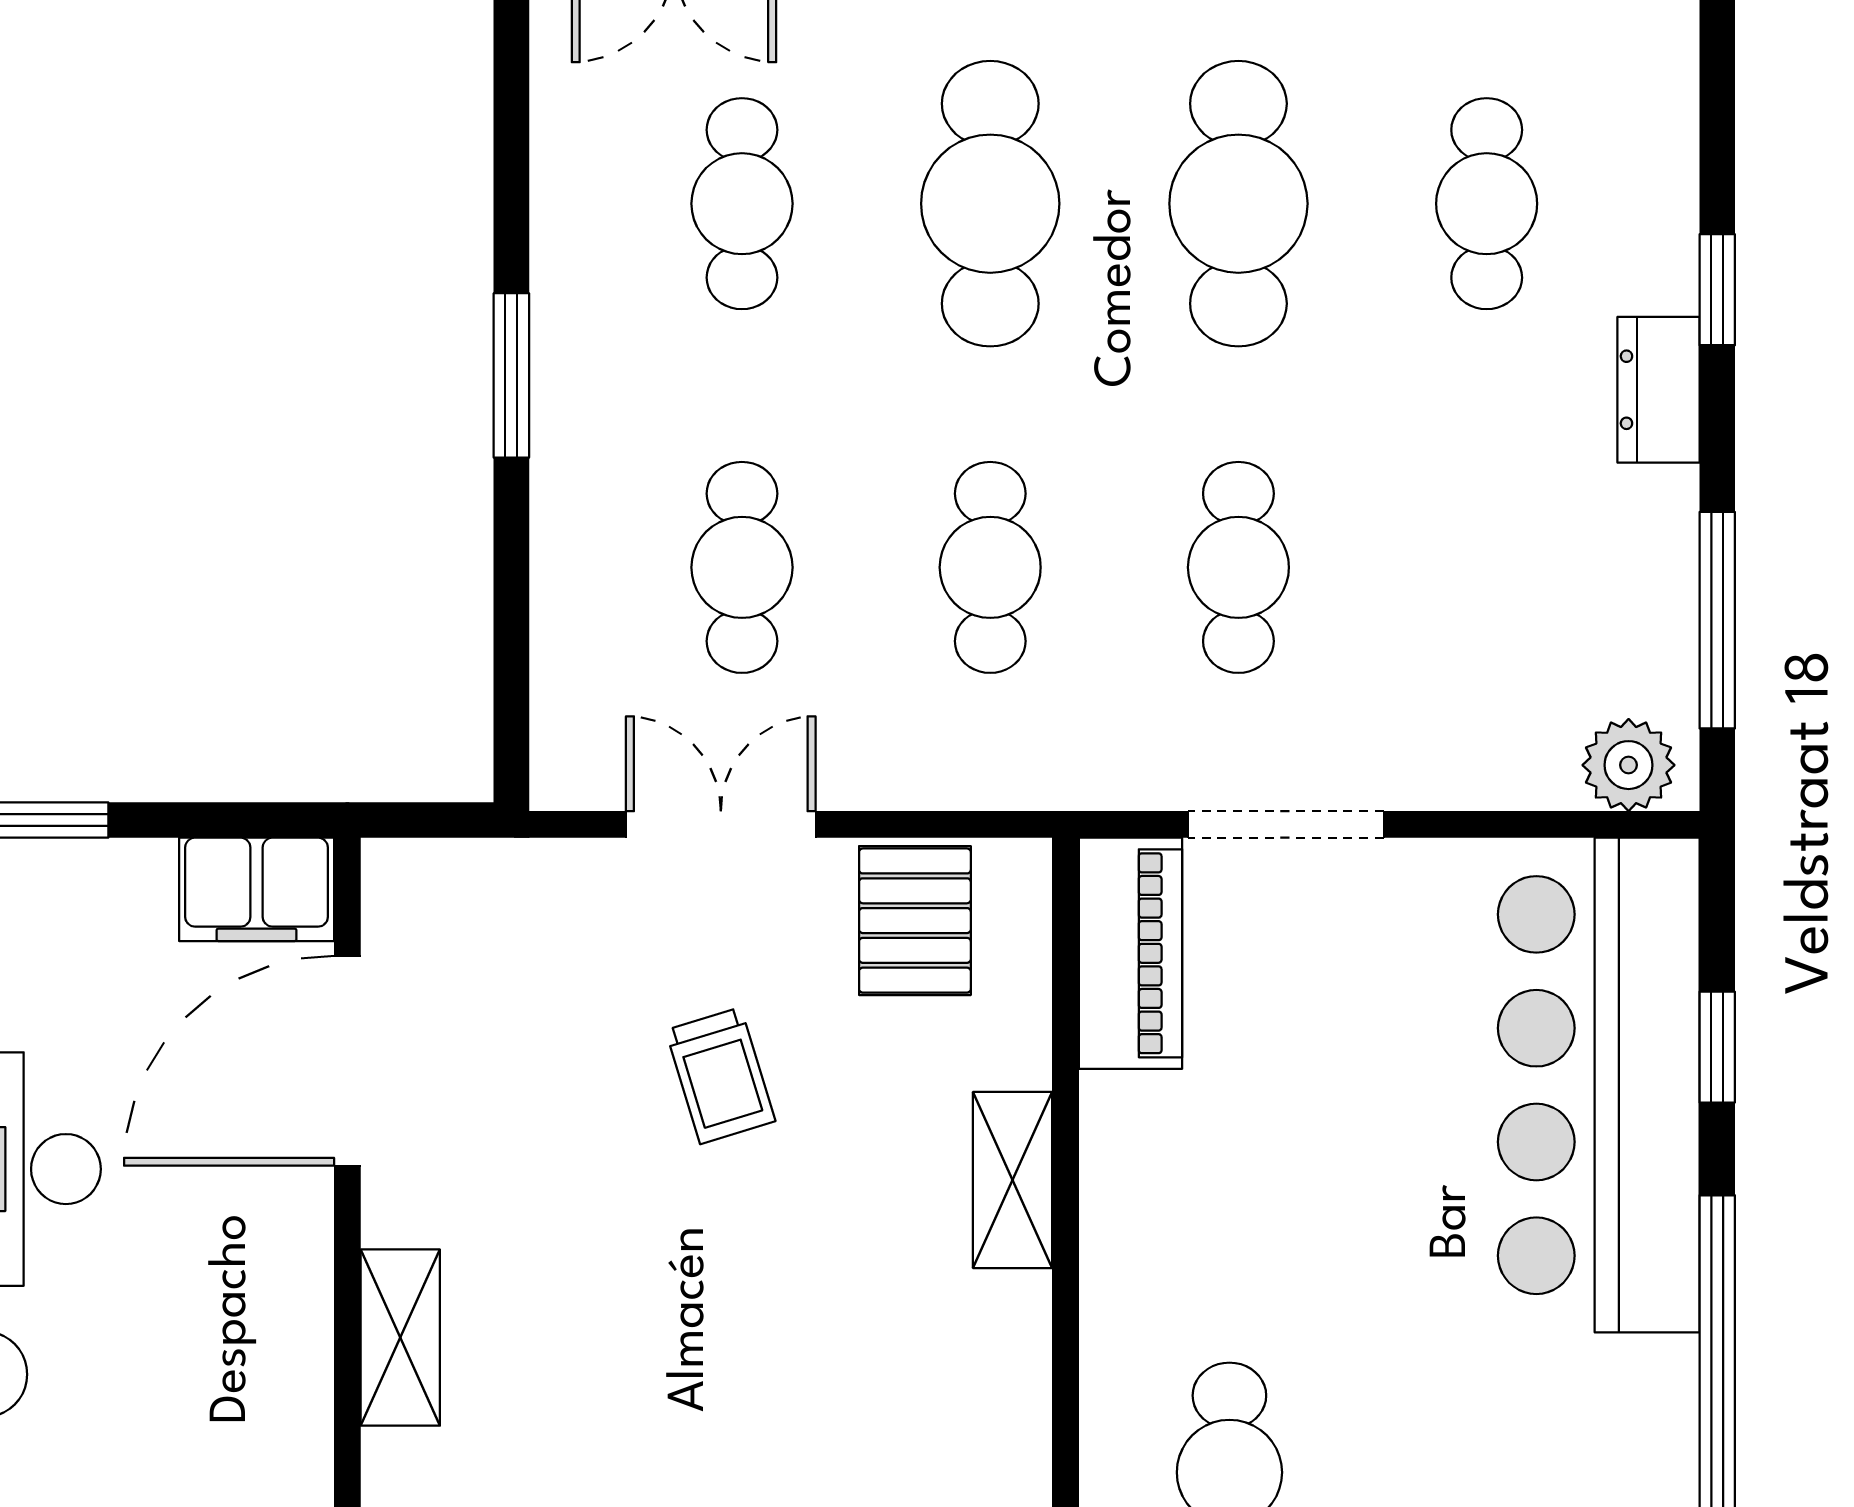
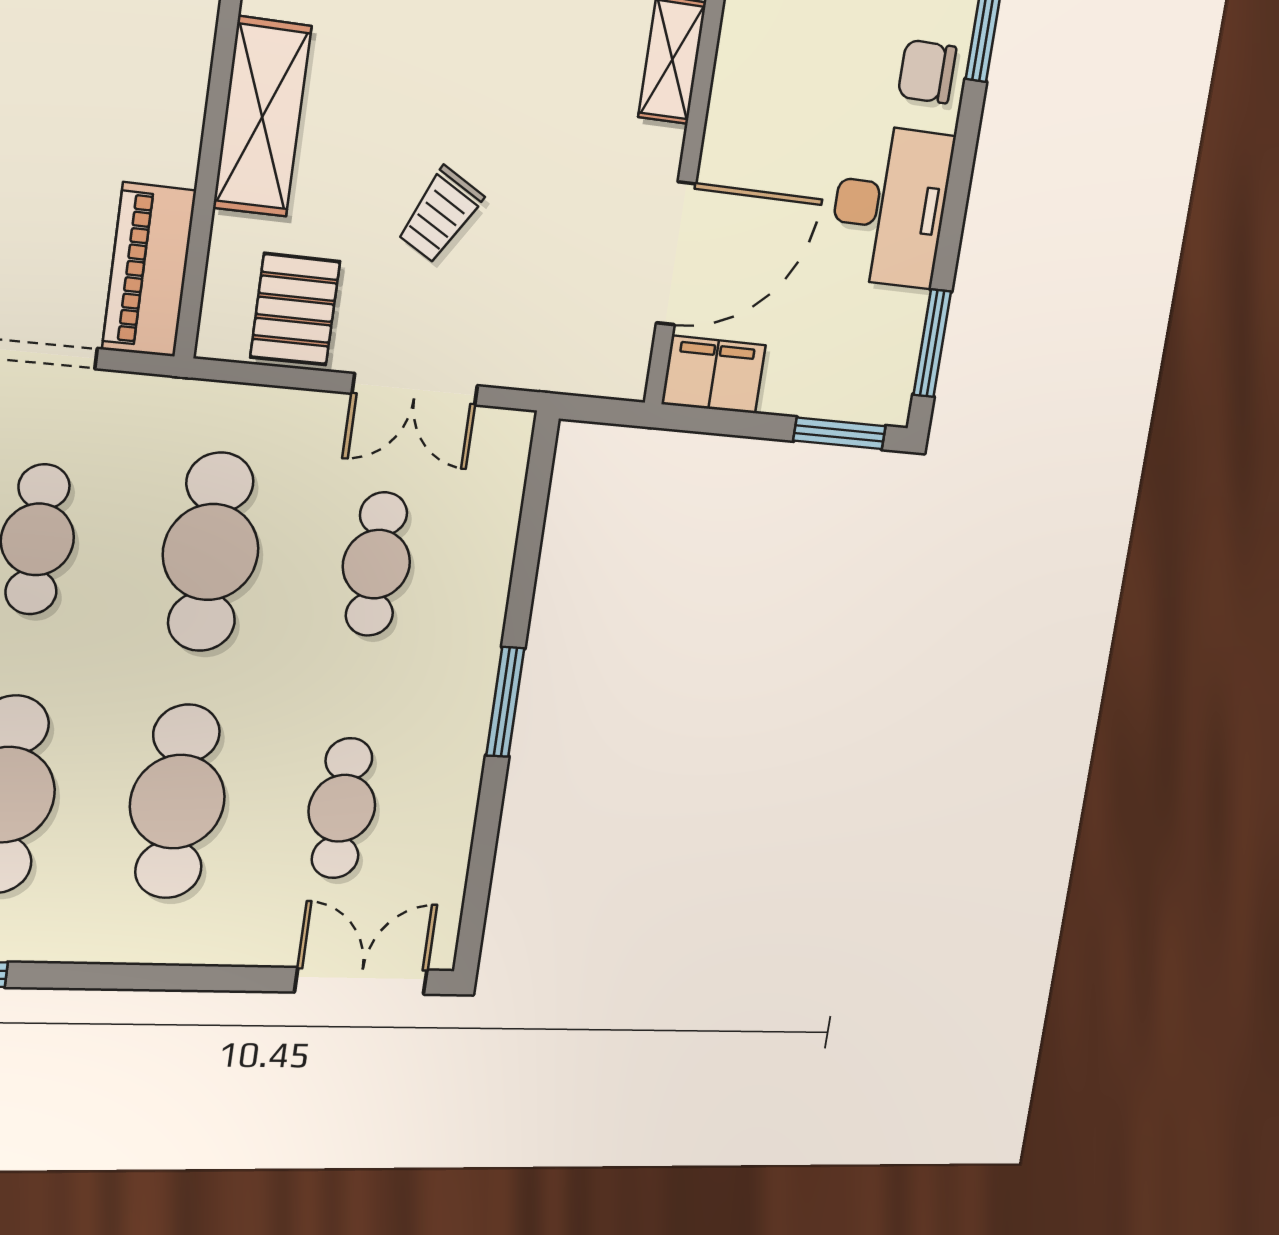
cafe table: (990, 567) -> (211, 552), width x1.37, depth x1.35
trolley: (720, 1076) -> (440, 215), turned -134
shelving: (1013, 1180) -> (262, 117), width x1.50, depth x1.33

